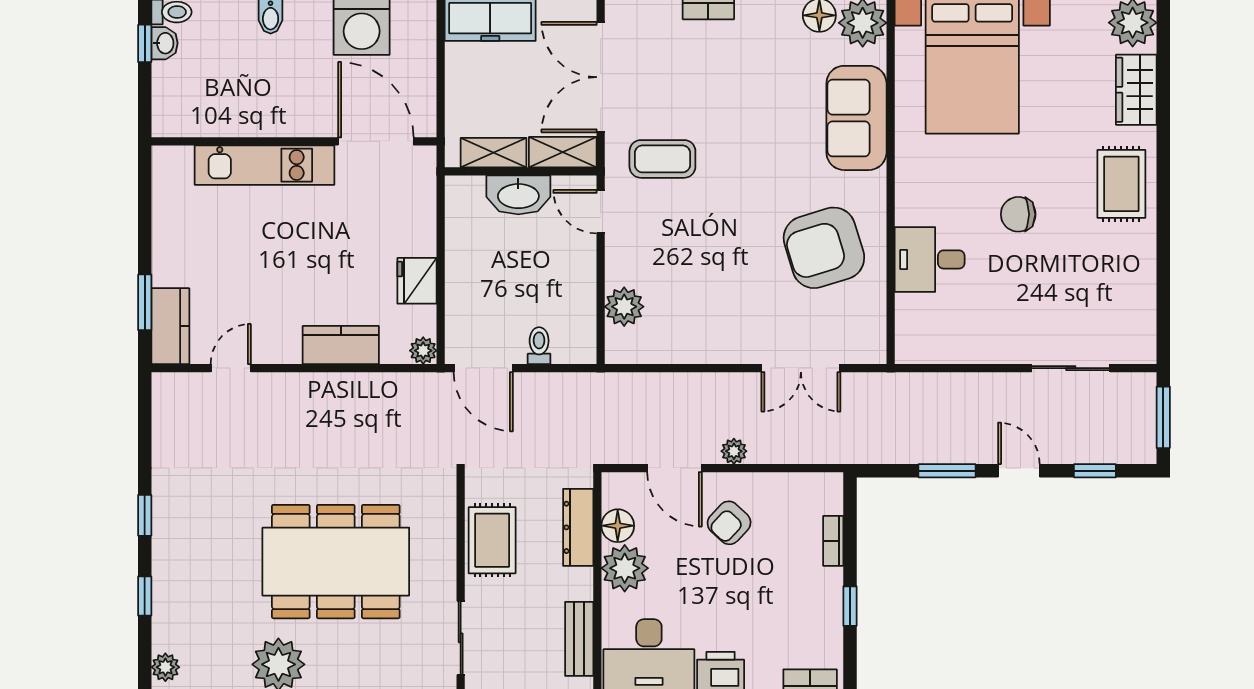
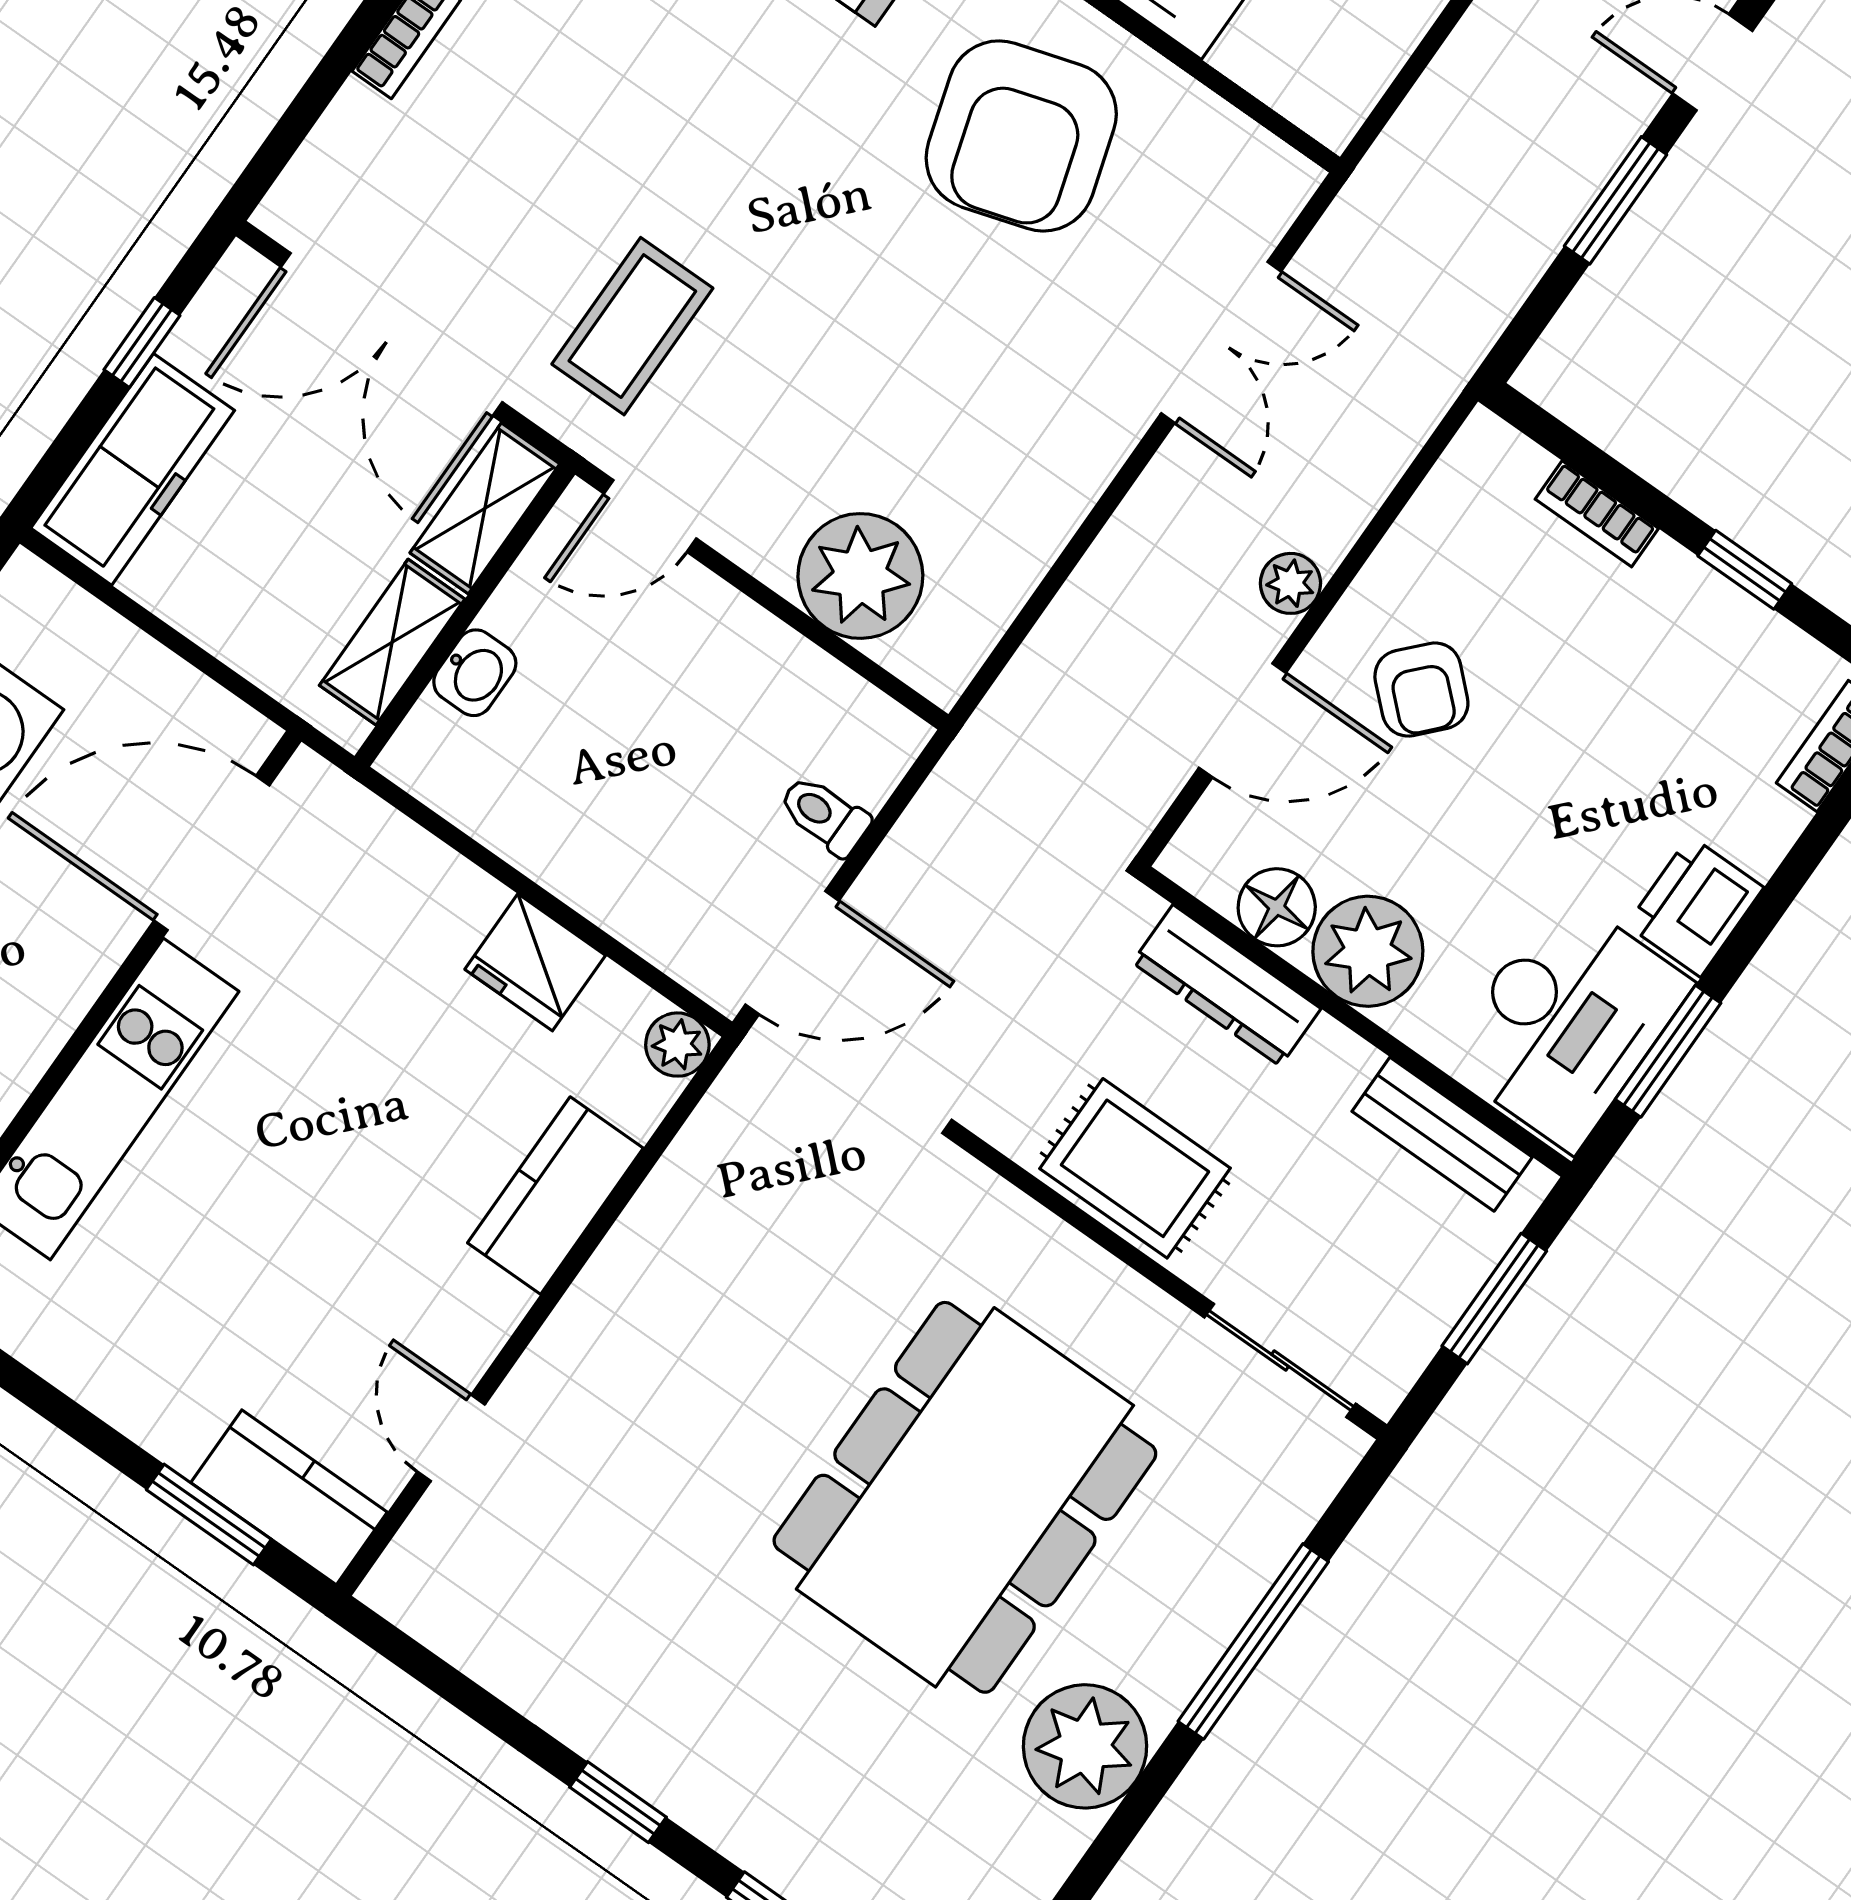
washbasin: (518, 195) -> (475, 673), width x0.52, depth x0.69
plant: (624, 307) -> (860, 576), width x1.36, depth x1.36

